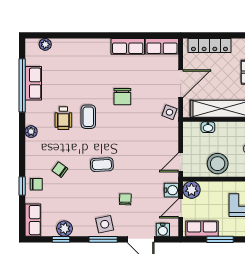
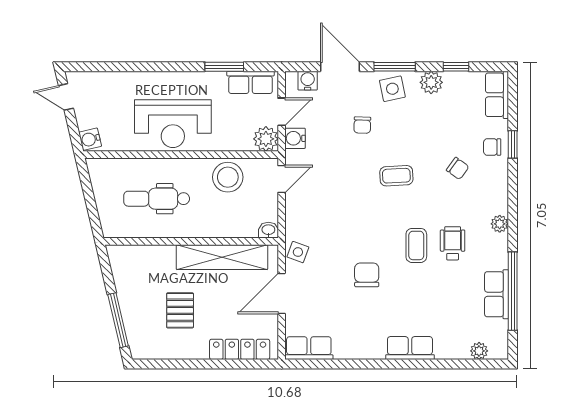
row of seats: (128, 46) -> (410, 348), moved
washbasin: (208, 127) -> (268, 230), moved
plant: (64, 229) -> (431, 82), moved

